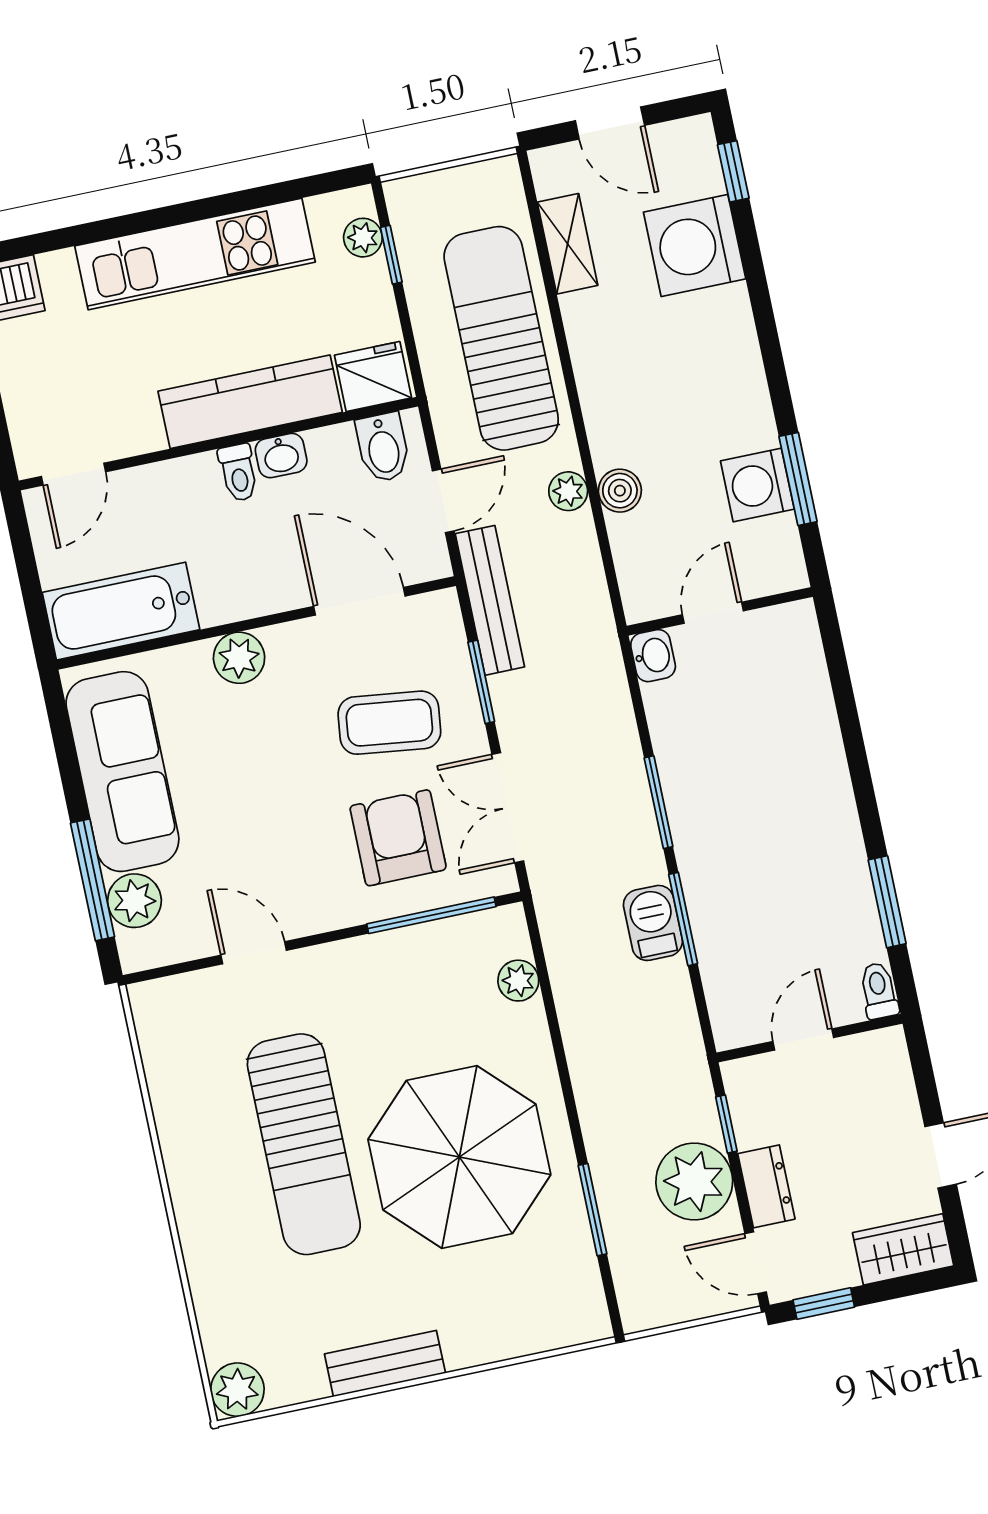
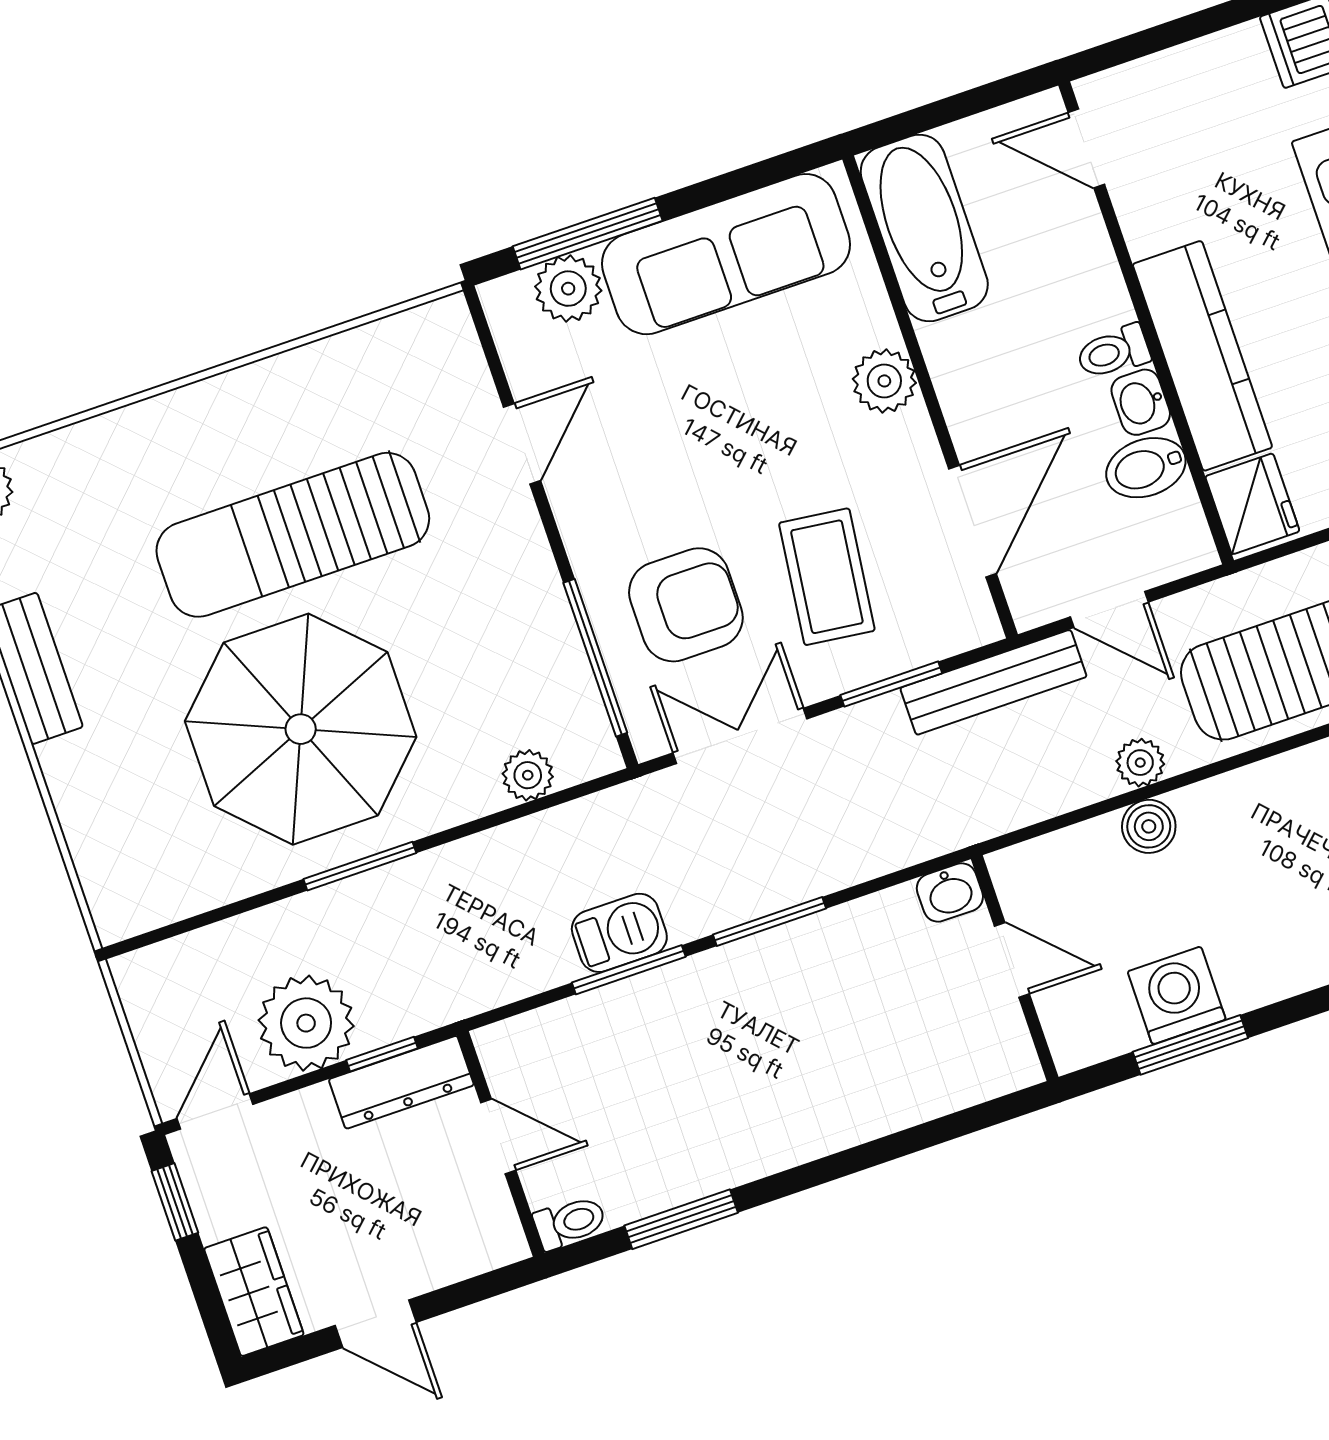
bidet: (383, 447) -> (1146, 468), moved
dresser: (766, 1186) -> (401, 1082), moved, width x1.44
window: (592, 1210) -> (360, 866), moved

